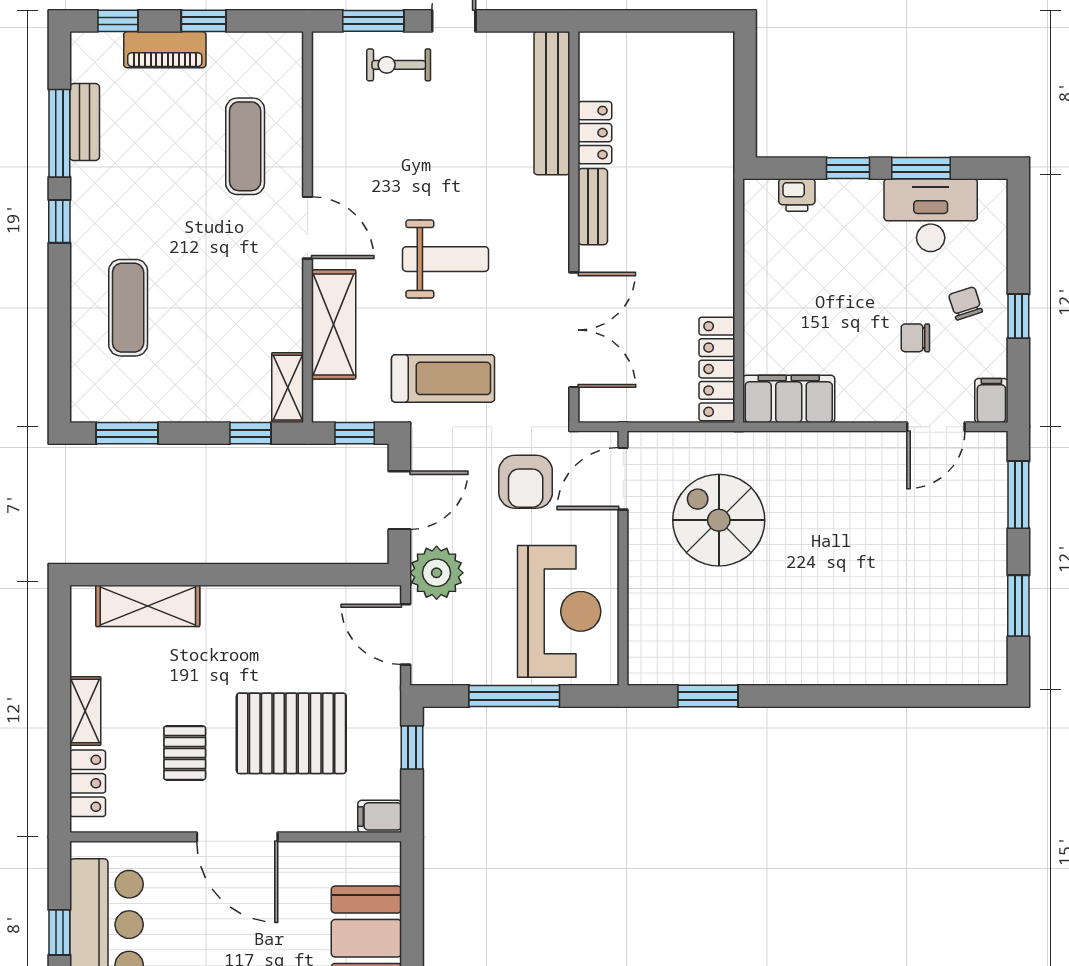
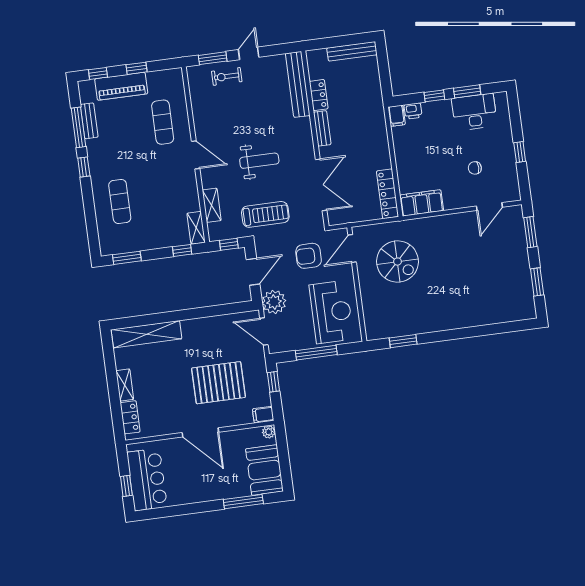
bench: (680, 46) -> (352, 51), added
piano: (165, 50) -> (121, 86), width x1.37, depth x1.33
chair: (965, 303) -> (495, 149), removed
shelving: (334, 324) -> (212, 205), width x0.67, depth x0.75
filing cabinet: (991, 401) -> (397, 116), moved, turned 180
armchair: (526, 482) -> (309, 256), turned 90
spiral stairs: (719, 520) -> (397, 262), turned 180
shelving: (148, 606) -> (147, 334), width x1.47
pallet: (185, 753) -> (172, 398), removed
plant: (387, 856) -> (269, 432), added

